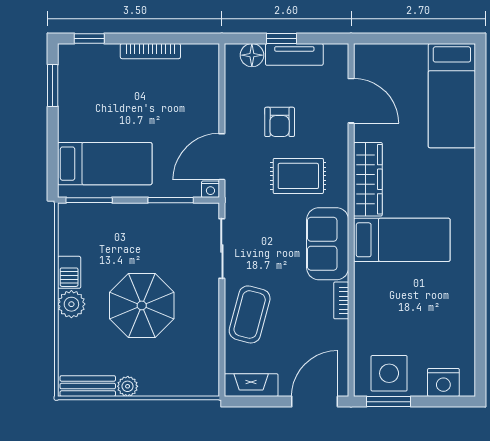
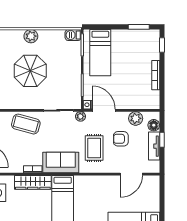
plant: (238, 92) -> (136, 118), added
wardrobe: (368, 179) -> (33, 182), moved
plant: (234, 204) -> (81, 116), added
barbecue: (69, 272) -> (73, 35), moved

